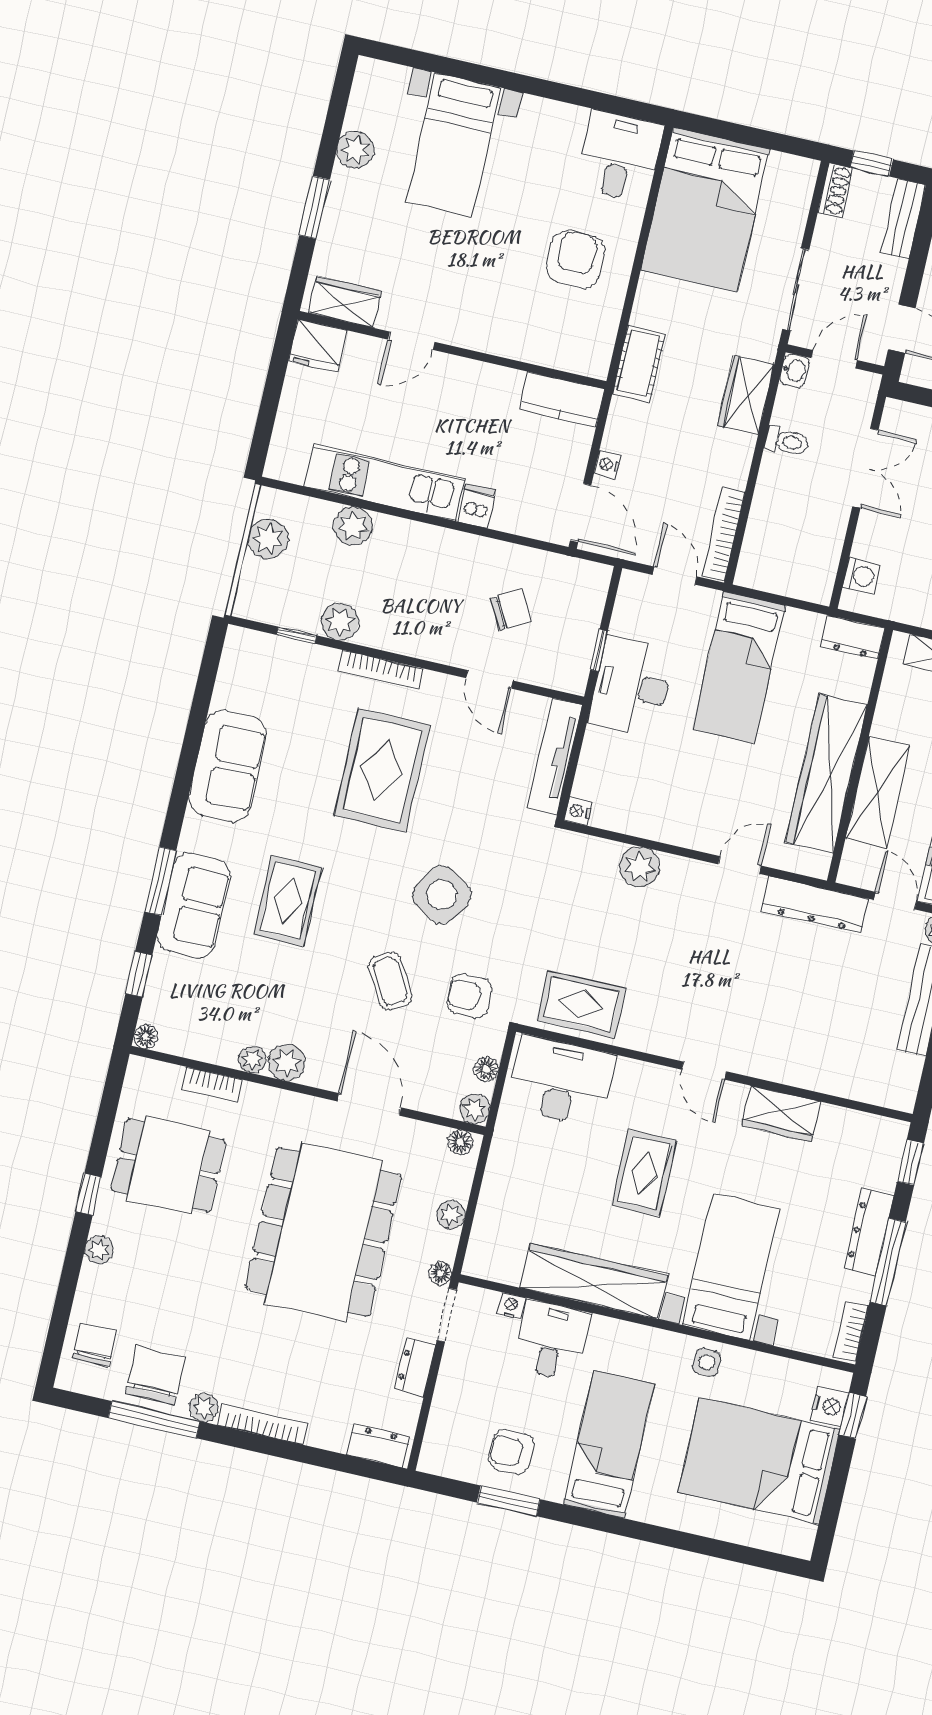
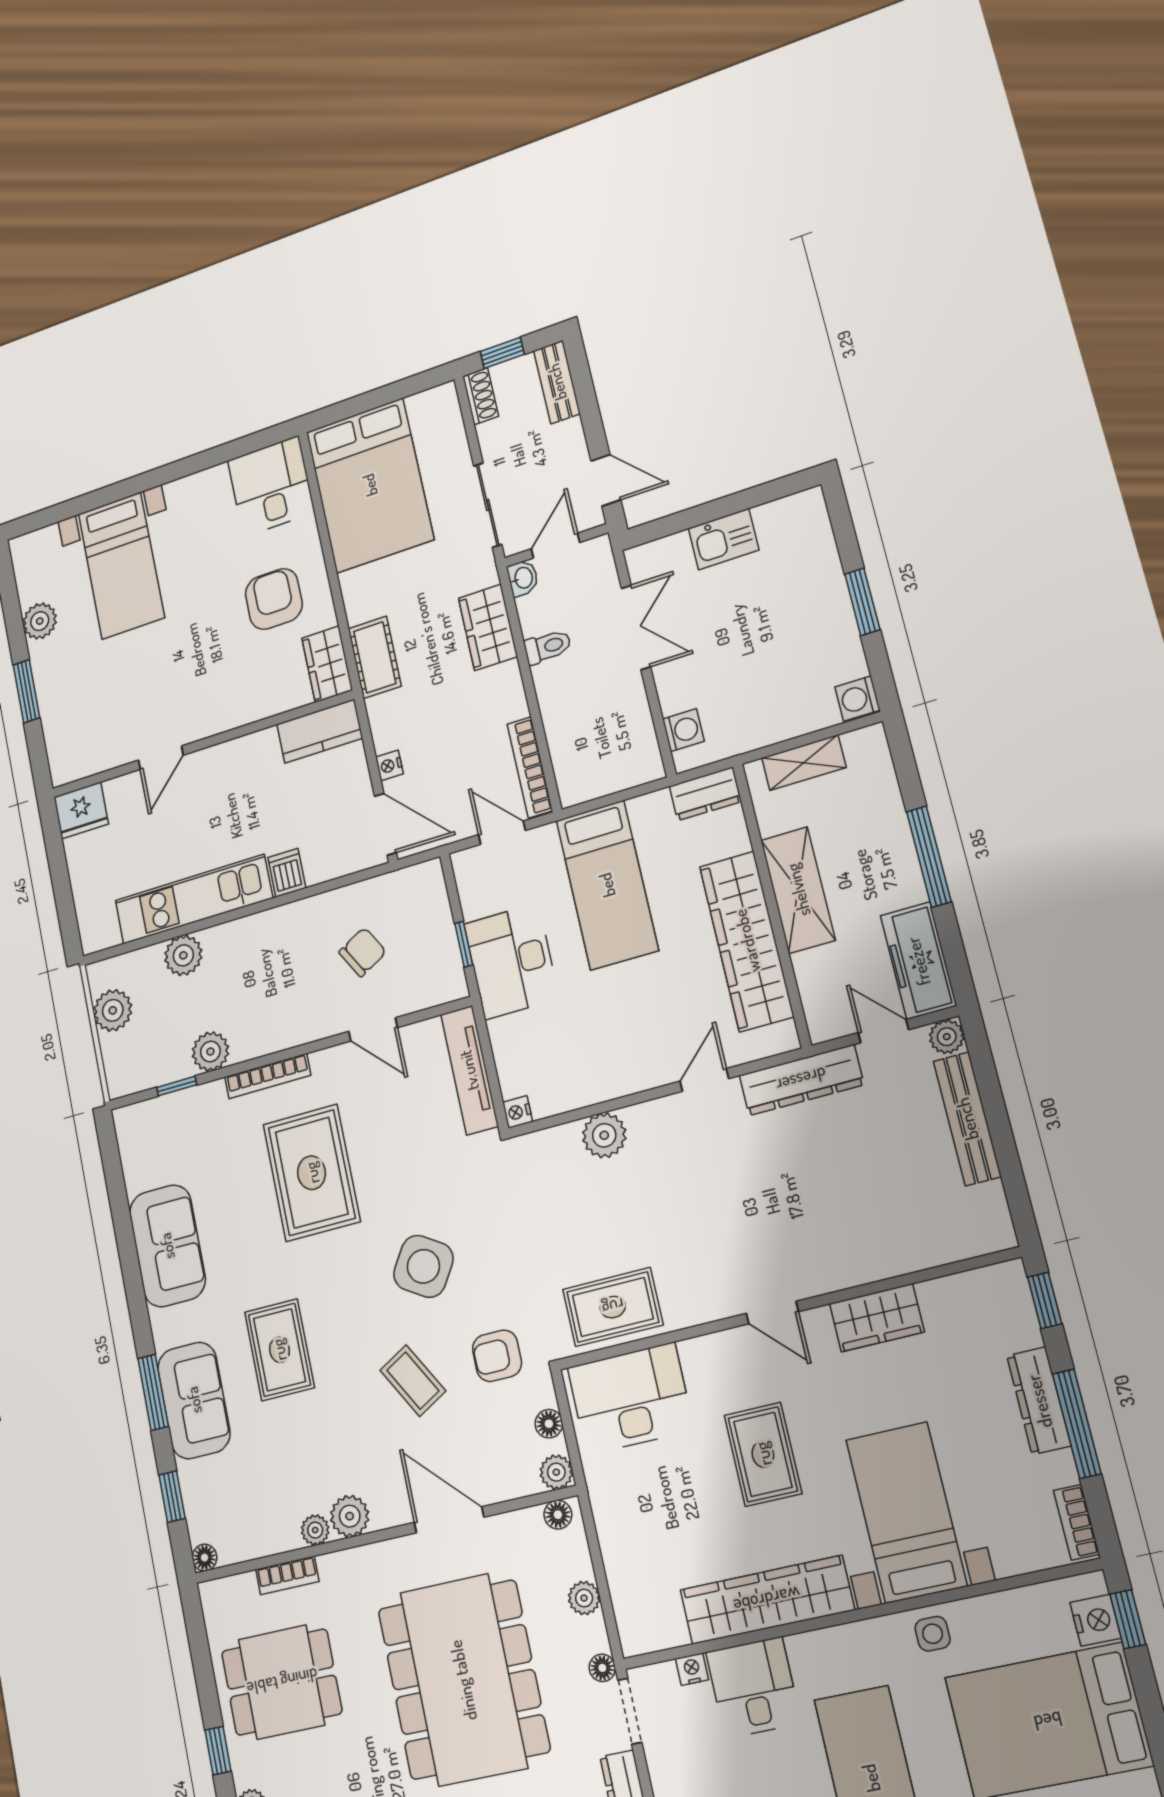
wardrobe: (345, 302) -> (327, 664), moved, turned -90
shelving: (877, 792) -> (798, 890), moved

